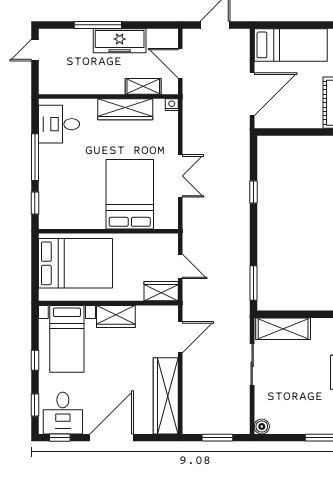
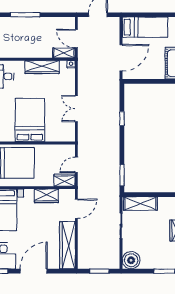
freezer: (120, 41) -> (39, 25), removed
shelving: (143, 86) -> (64, 53), moved
double door: (180, 176) -> (76, 109), swing flipped
bed: (130, 194) -> (30, 120), moved
door: (180, 266) -> (76, 165), swing flipped
wardrobe: (116, 316) -> (46, 196), moved
boiler: (262, 426) -> (131, 260), width x1.86, depth x1.86

